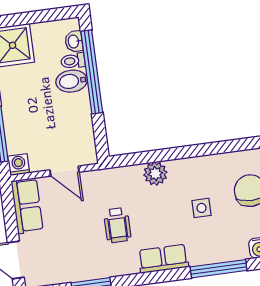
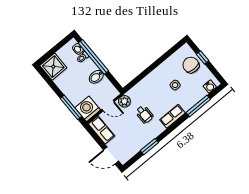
bidet: (72, 81) -> (96, 77), moved
washing machine: (19, 165) -> (88, 109), width x1.89, depth x1.89
plant: (155, 174) -> (124, 101), moved

